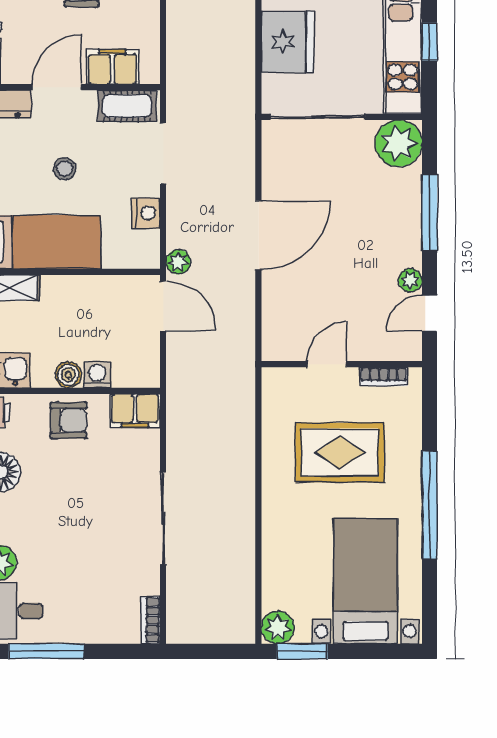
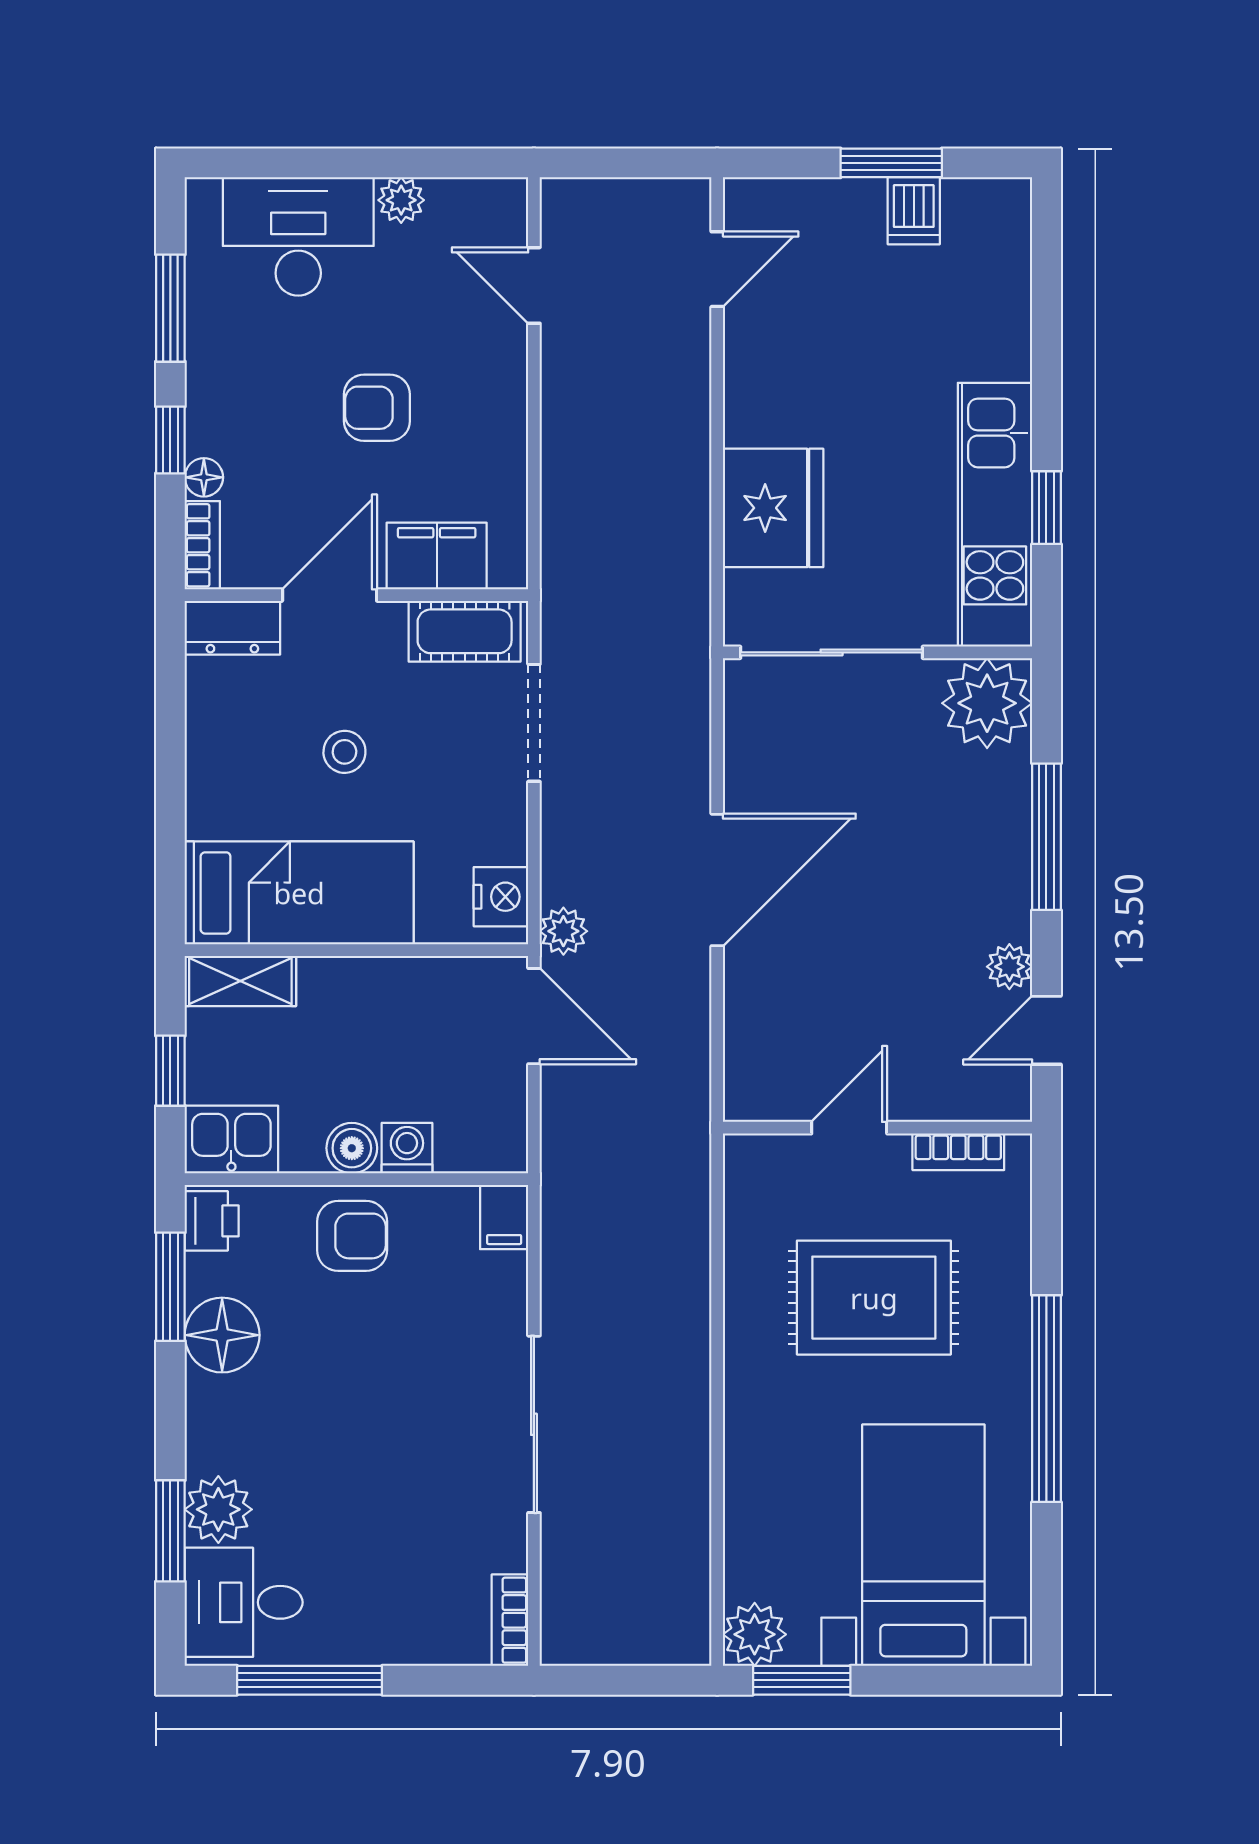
nightstand: (146, 213) -> (501, 897), moved
filing cabinet: (135, 411) -> (504, 1217), width x0.50

